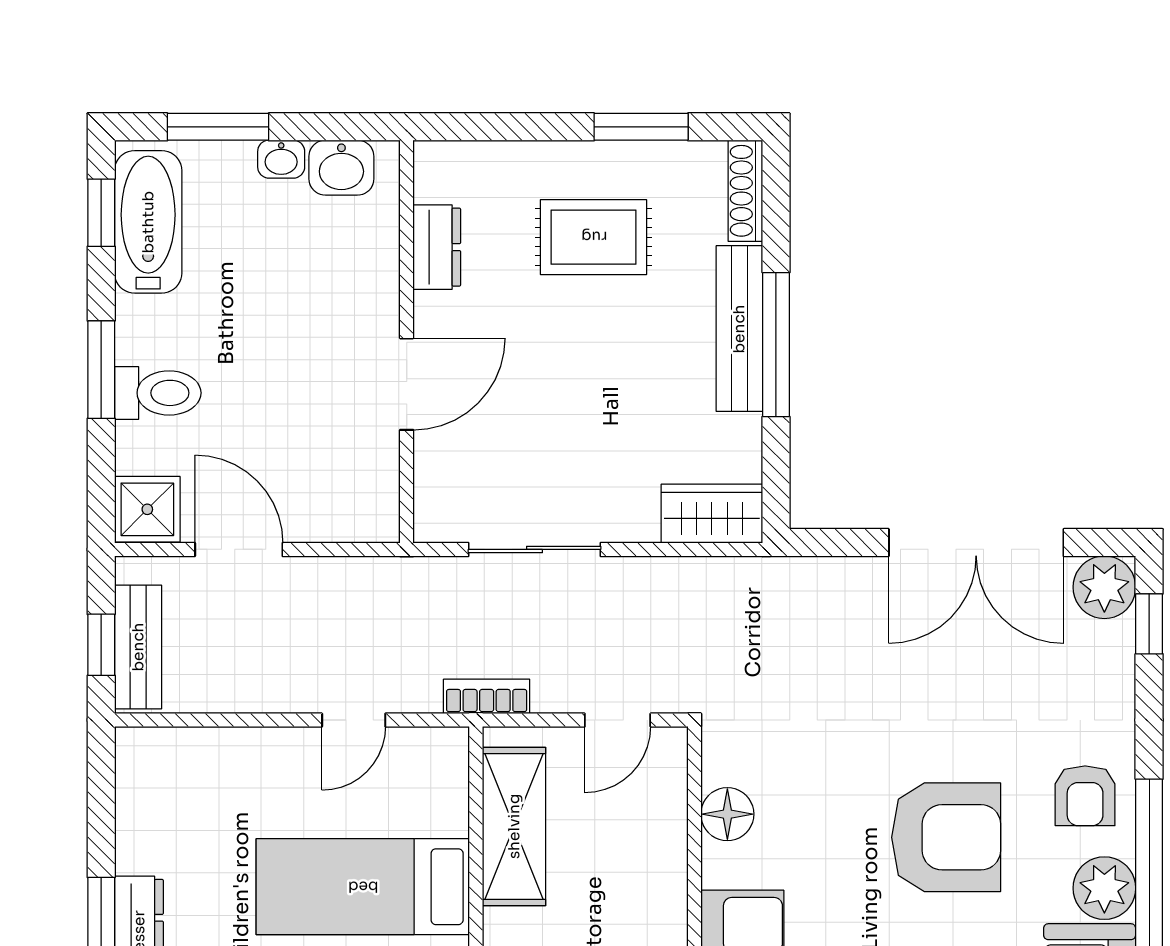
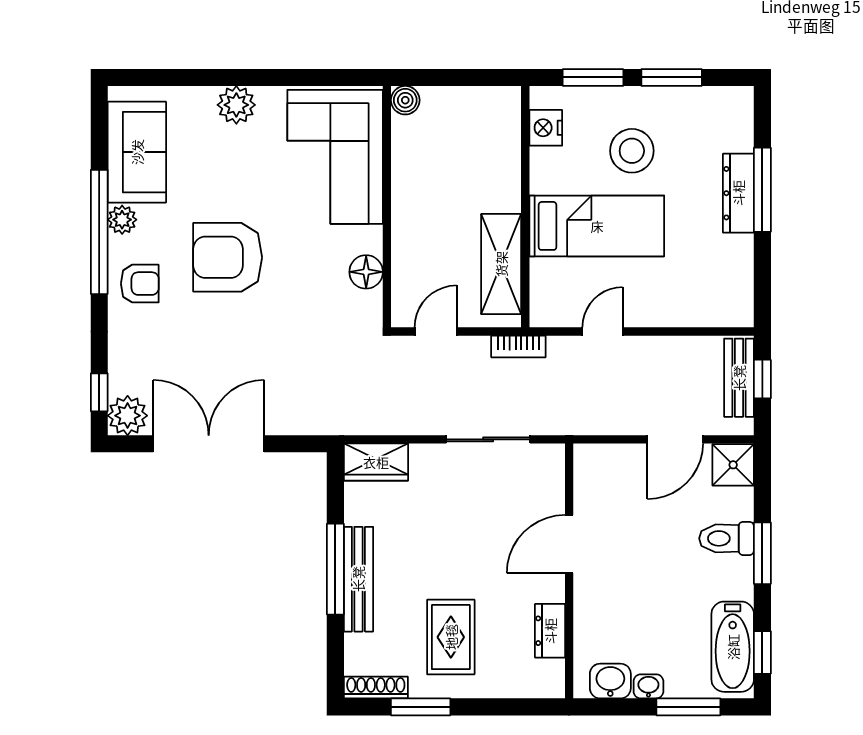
shoe rack: (745, 191) -> (376, 688), moved, turned -90
rug: (594, 237) -> (451, 637), turned 90
door: (239, 549) -> (675, 439), hinge flipped
armchair: (1085, 796) -> (140, 284), turned 90
plant: (1104, 888) -> (122, 220), width x0.73, depth x0.73

